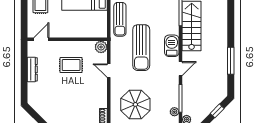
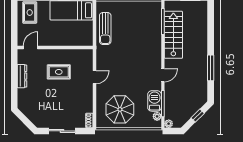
barbecue: (172, 46) -> (155, 101), moved
plant: (101, 47) -> (87, 55), removed
sun lounger: (141, 48) -> (125, 55), removed
door: (109, 71) -> (95, 77), swing flipped

